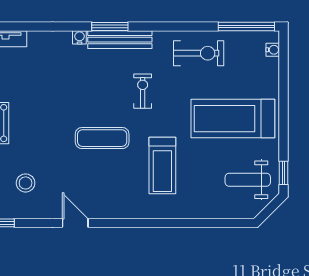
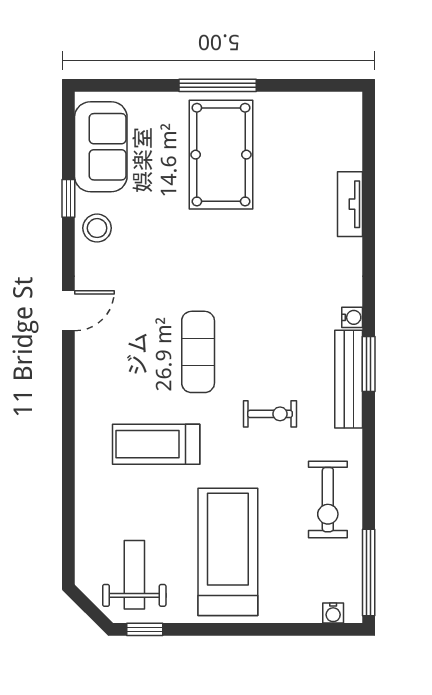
stool: (26, 183) -> (97, 228), moved

